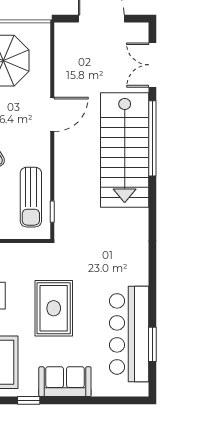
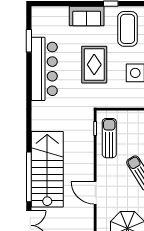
door: (52, 114) -> (95, 193), hinge flipped
bar counter: (129, 334) -> (44, 69), moved

